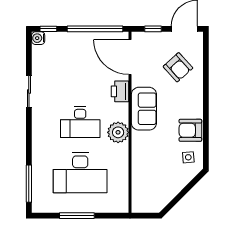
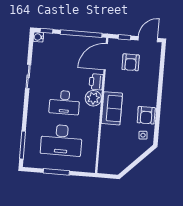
door: (130, 57) -> (106, 57), hinge flipped
armchair: (178, 67) -> (131, 62), moved, turned 42
sofa: (144, 109) -> (112, 108), moved
armchair: (190, 130) -> (146, 115), turned -90
plant: (118, 132) -> (93, 98), moved

